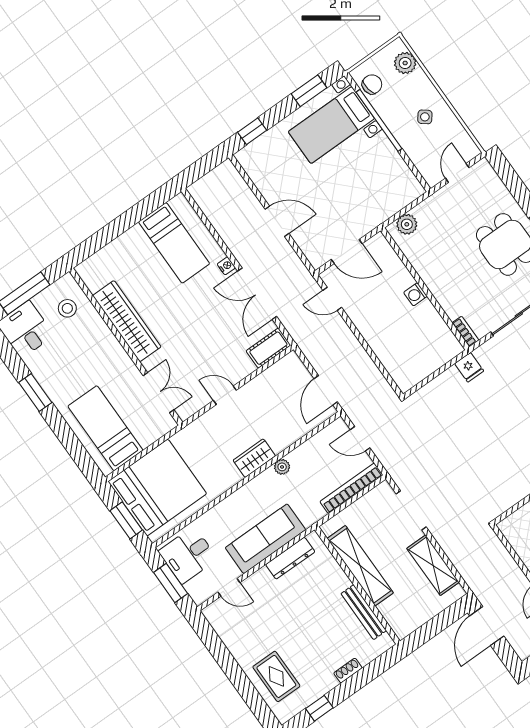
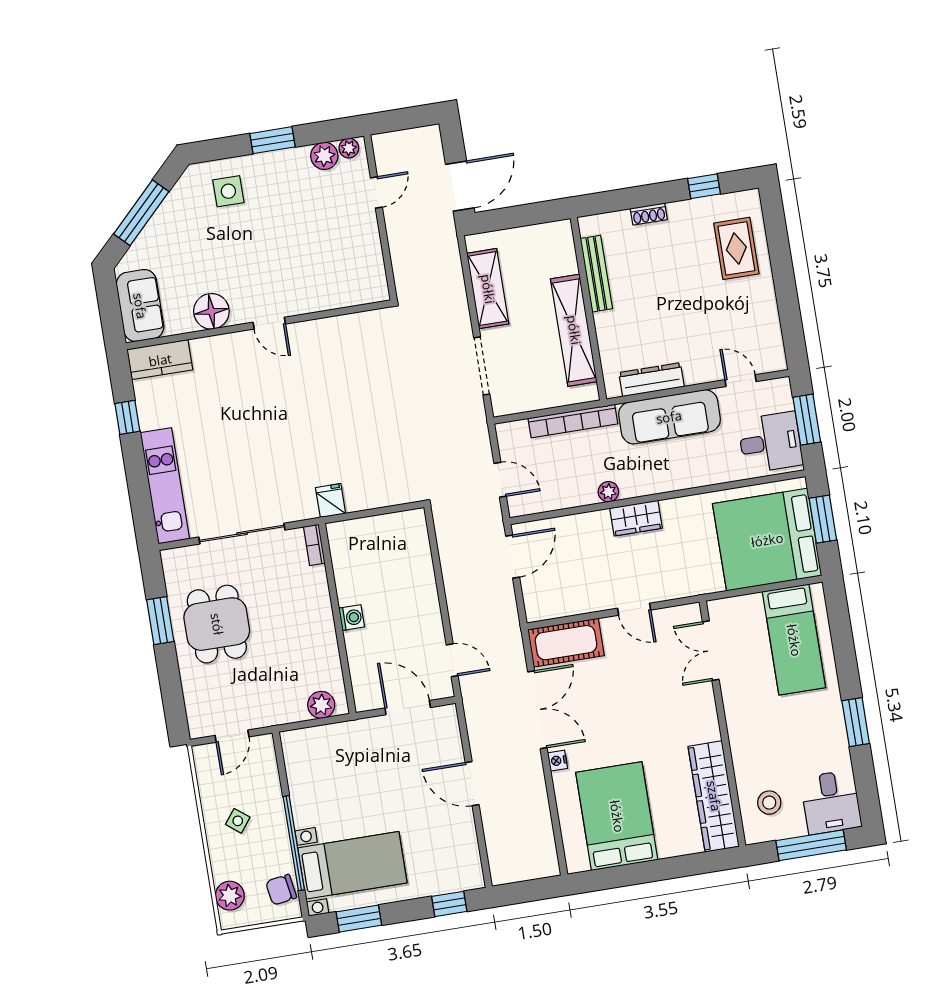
bed: (174, 243) -> (617, 816), width x1.50
wardrobe: (127, 321) -> (714, 796), moved
cot: (268, 348) -> (566, 643), width x1.37, depth x1.34
bookcase: (351, 488) -> (573, 421), moved

